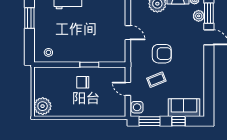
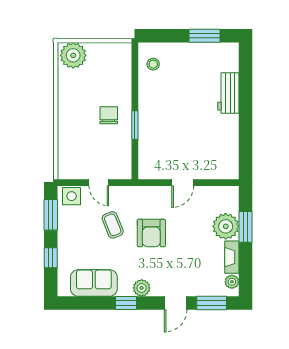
plant: (199, 16) -> (142, 288), moved
window: (209, 71) -> (126, 303), added
door: (128, 89) -> (99, 183), swing flipped
sofa: (184, 108) -> (94, 283), moved, turned -90

